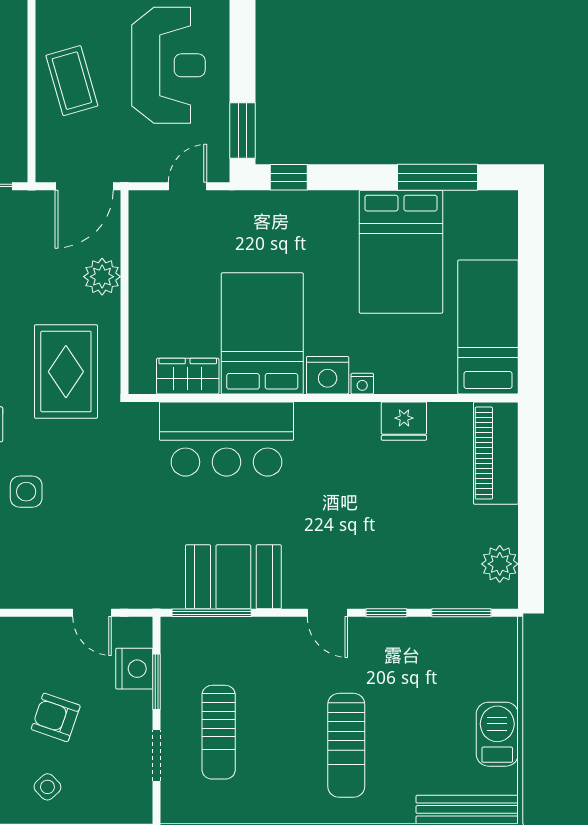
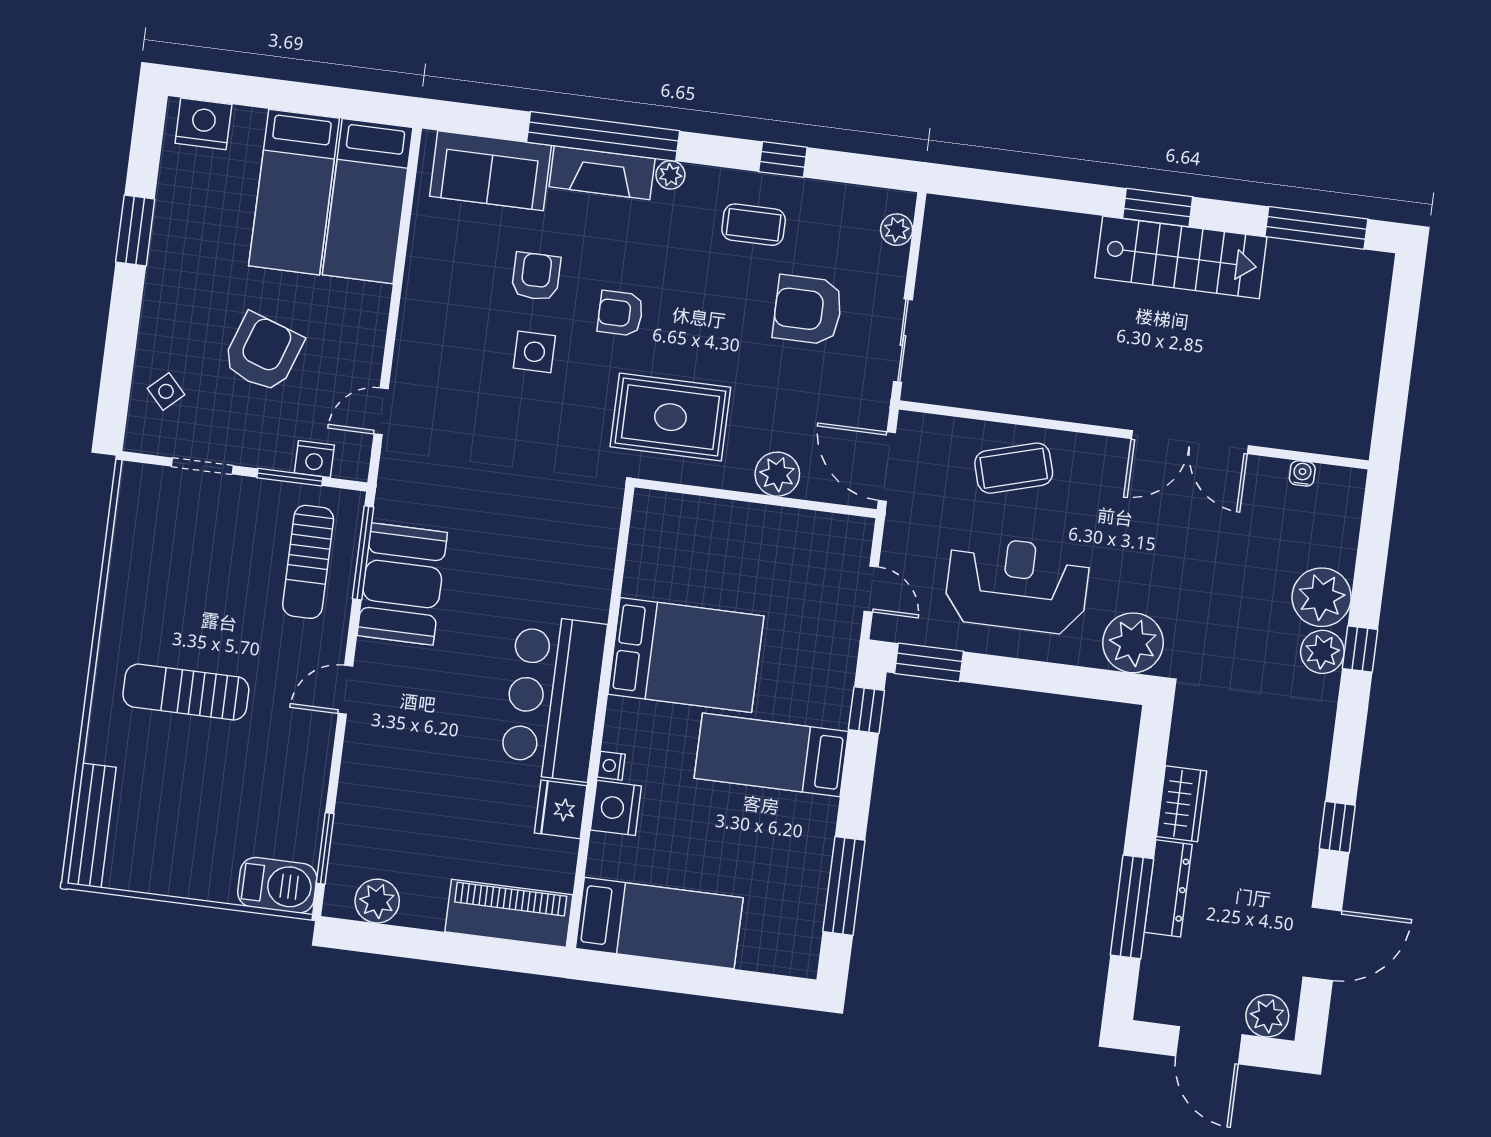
reception desk: (168, 65) -> (1017, 585), turned 180
bed: (401, 252) -> (771, 755), moved, width x0.67
nightstand: (328, 375) -> (616, 808), moved
wardrobe: (188, 376) -> (647, 560), removed
bar counter: (226, 439) -> (553, 698), moved
window: (386, 613) -> (337, 760), removed
nightstand: (134, 669) -> (314, 459), width x0.74, depth x0.75
armchair: (56, 717) -> (263, 352), width x1.38, depth x1.38
sun lounger: (219, 732) -> (308, 562), moved, turned -90
barbecue: (497, 734) -> (277, 885), moved
side table: (47, 787) -> (166, 391), moved

